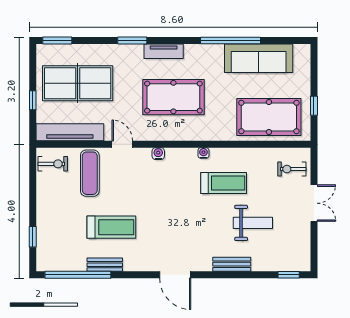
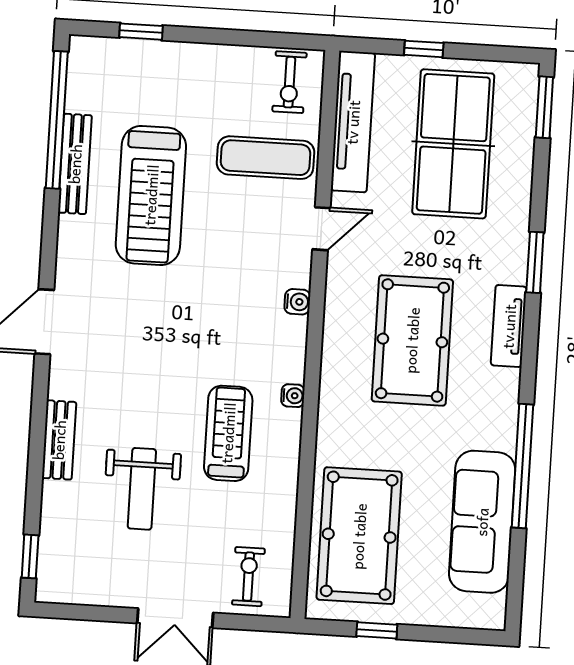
treadmill: (224, 183) -> (228, 433), turned 180
treadmill: (111, 227) -> (151, 195), width x1.37, depth x1.38
bench: (105, 265) -> (75, 164), width x1.36

